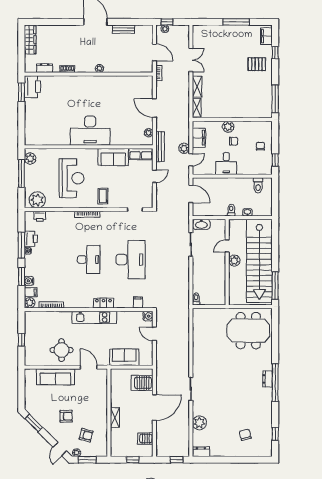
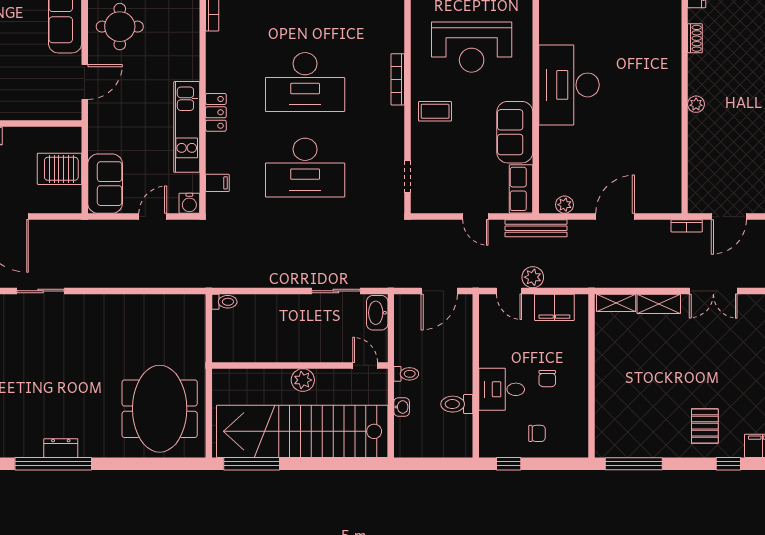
plant: (228, 127) -> (577, 367), removed
desk: (226, 163) -> (502, 389), moved
toilet: (258, 185) -> (457, 404), moved
door: (227, 246) -> (365, 365), moved
desk: (89, 260) -> (305, 82), width x1.36, depth x1.30
kitchen unit: (94, 317) -> (187, 127), moved
sofa: (124, 357) -> (105, 184), moved
server rack: (142, 383) -> (60, 169), moved, turned -90

